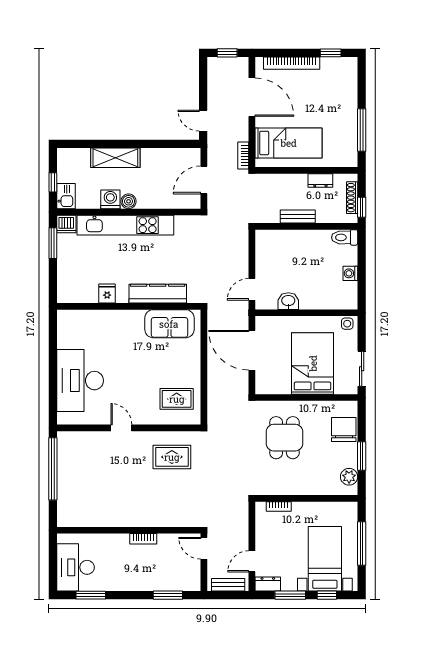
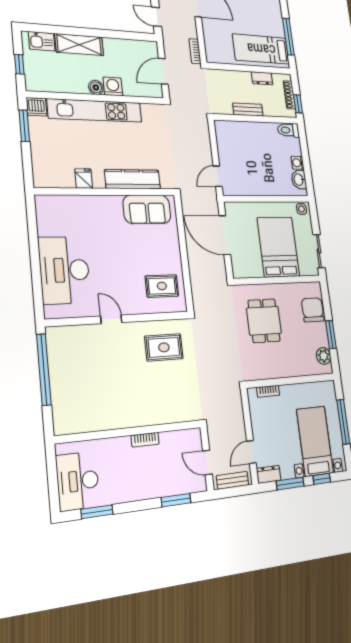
bed: (289, 143) -> (261, 49), moved, turned 180
kitchen sink: (66, 196) -> (42, 41), moved, turned 90
washing machine: (110, 199) -> (113, 86), moved
washbasin: (288, 301) -> (299, 180), moved, turned -90
door: (204, 548) -> (207, 463), moved

